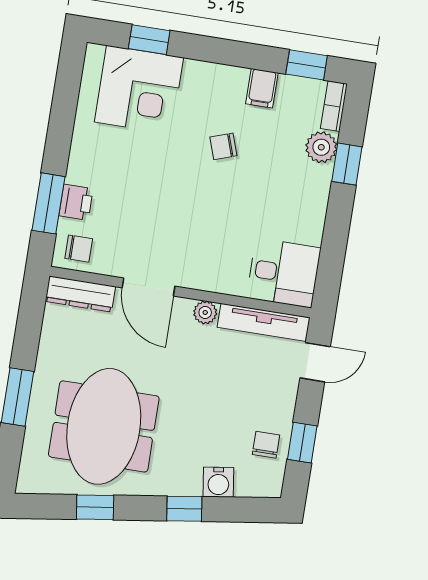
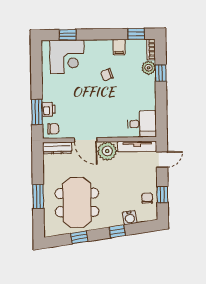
plant: (205, 312) -> (107, 151), width x1.88, depth x1.88

